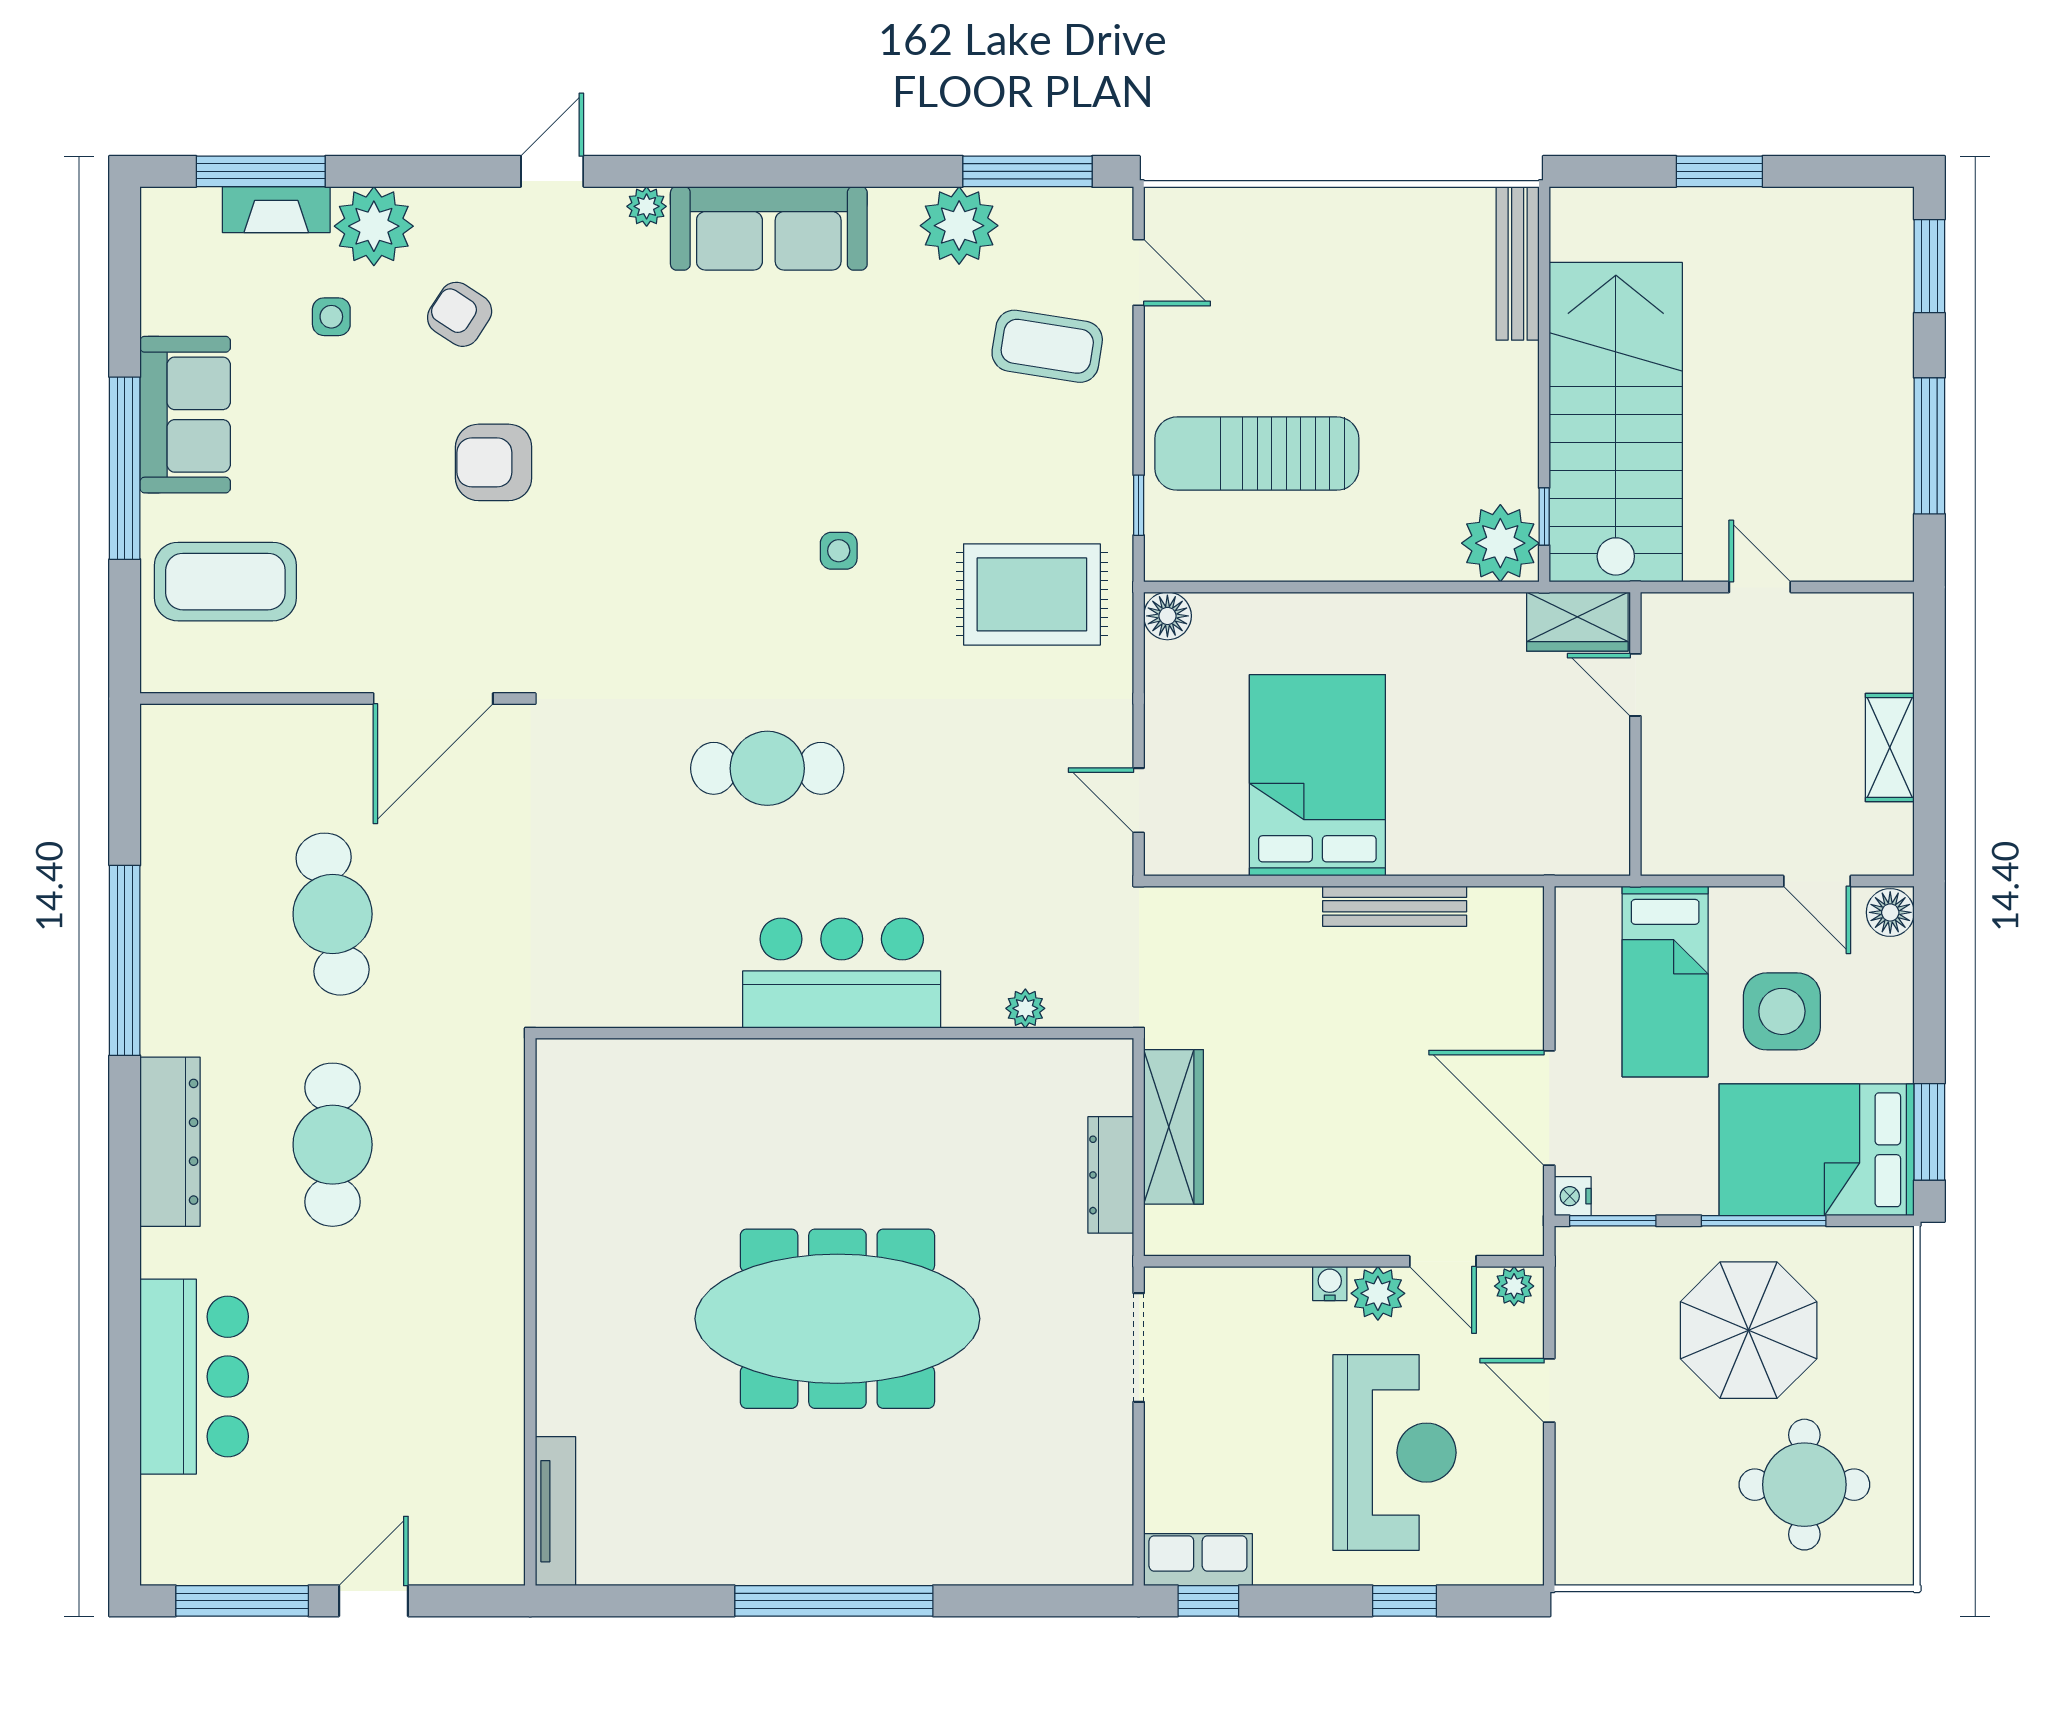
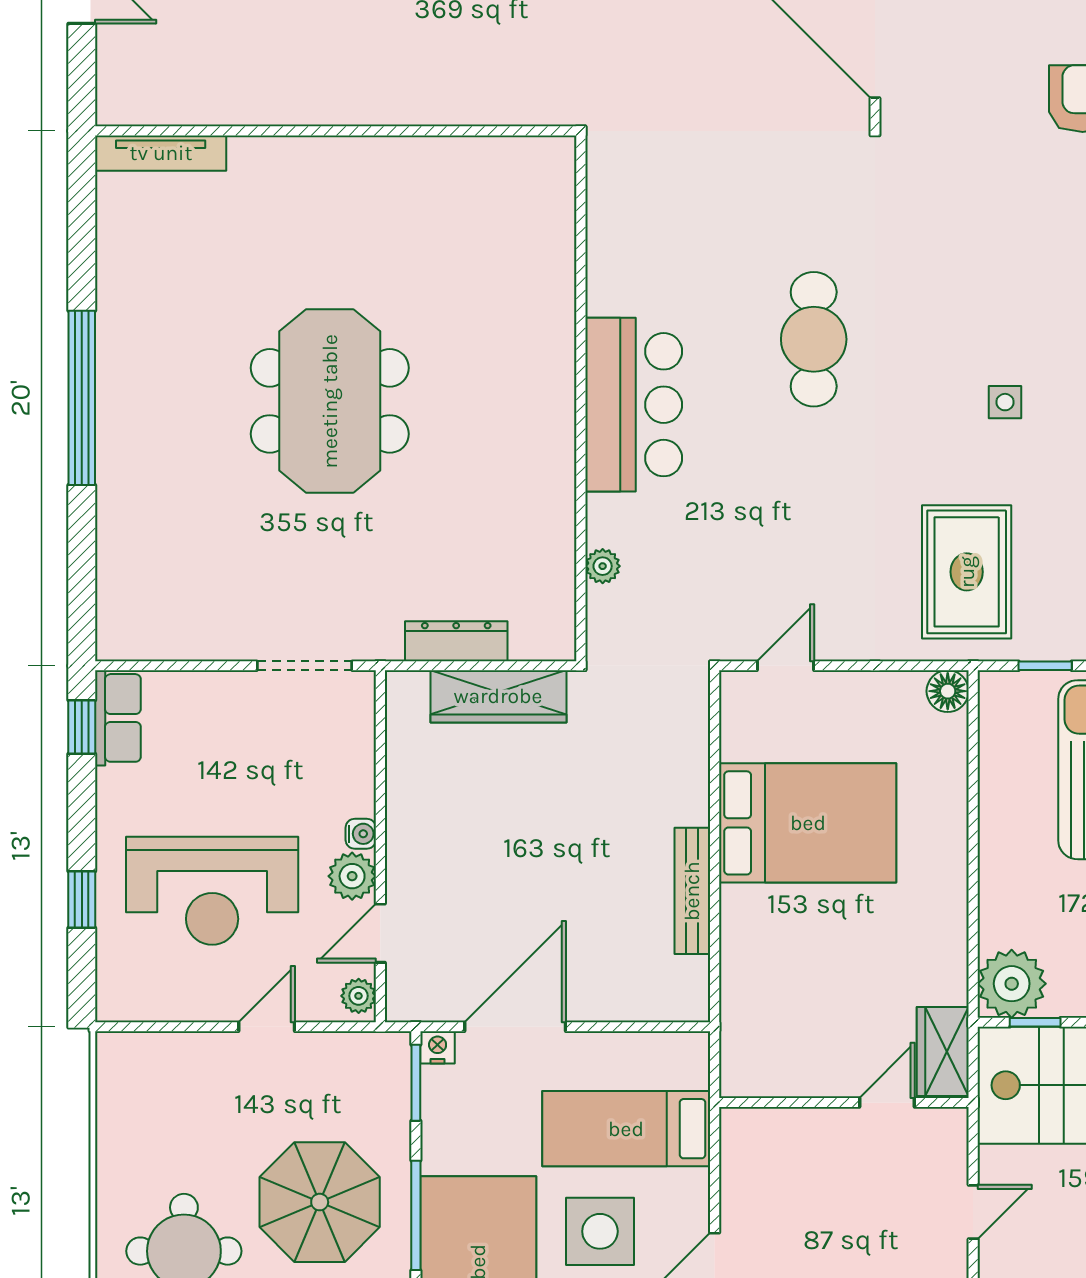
meeting table: (837, 1319) -> (330, 401), width x0.73

